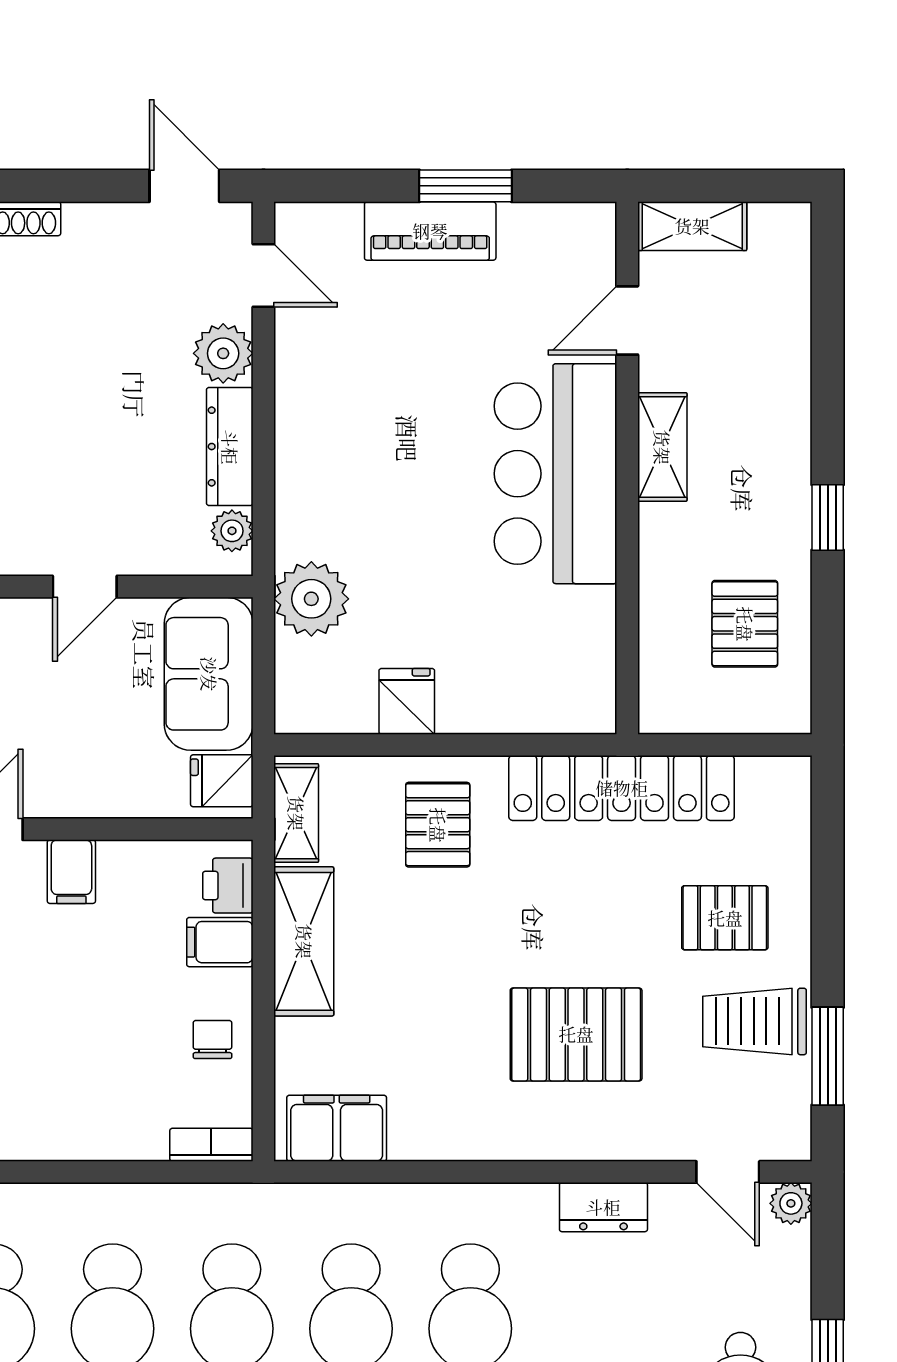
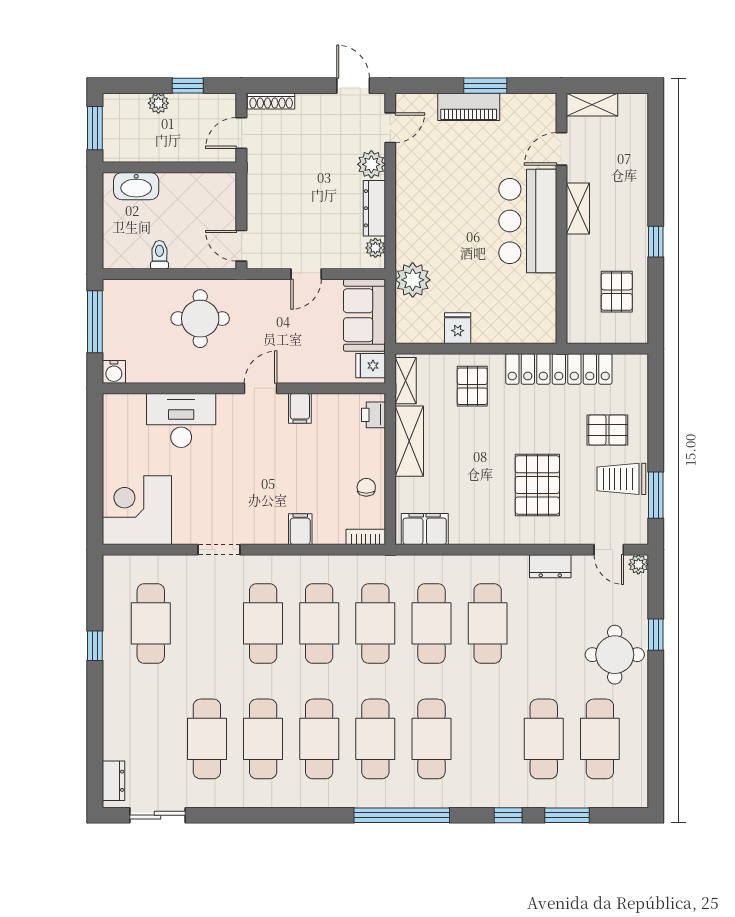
door: (263, 276) -> (390, 128), hinge flipped
filing cabinet: (220, 942) -> (300, 529), moved, turned 90
pallet: (576, 1034) -> (537, 485), turned 90

